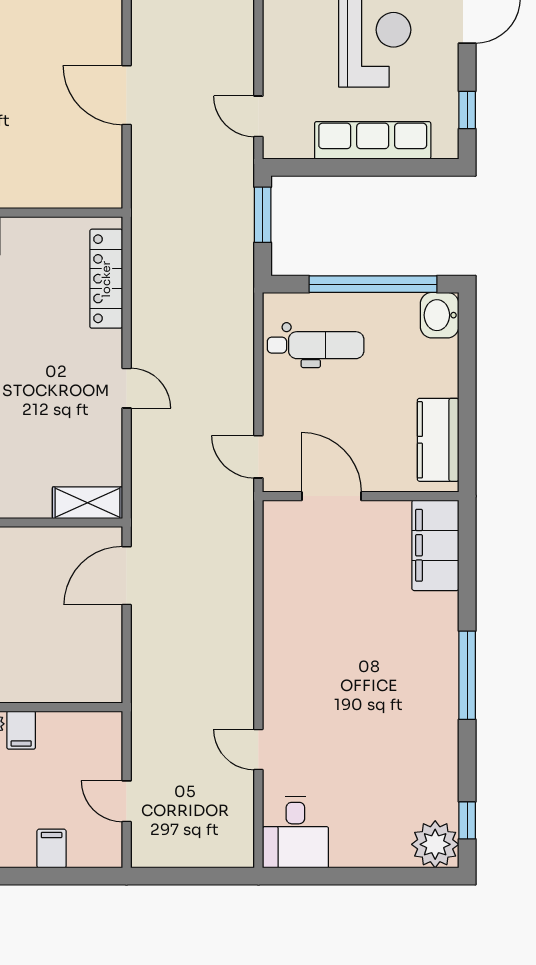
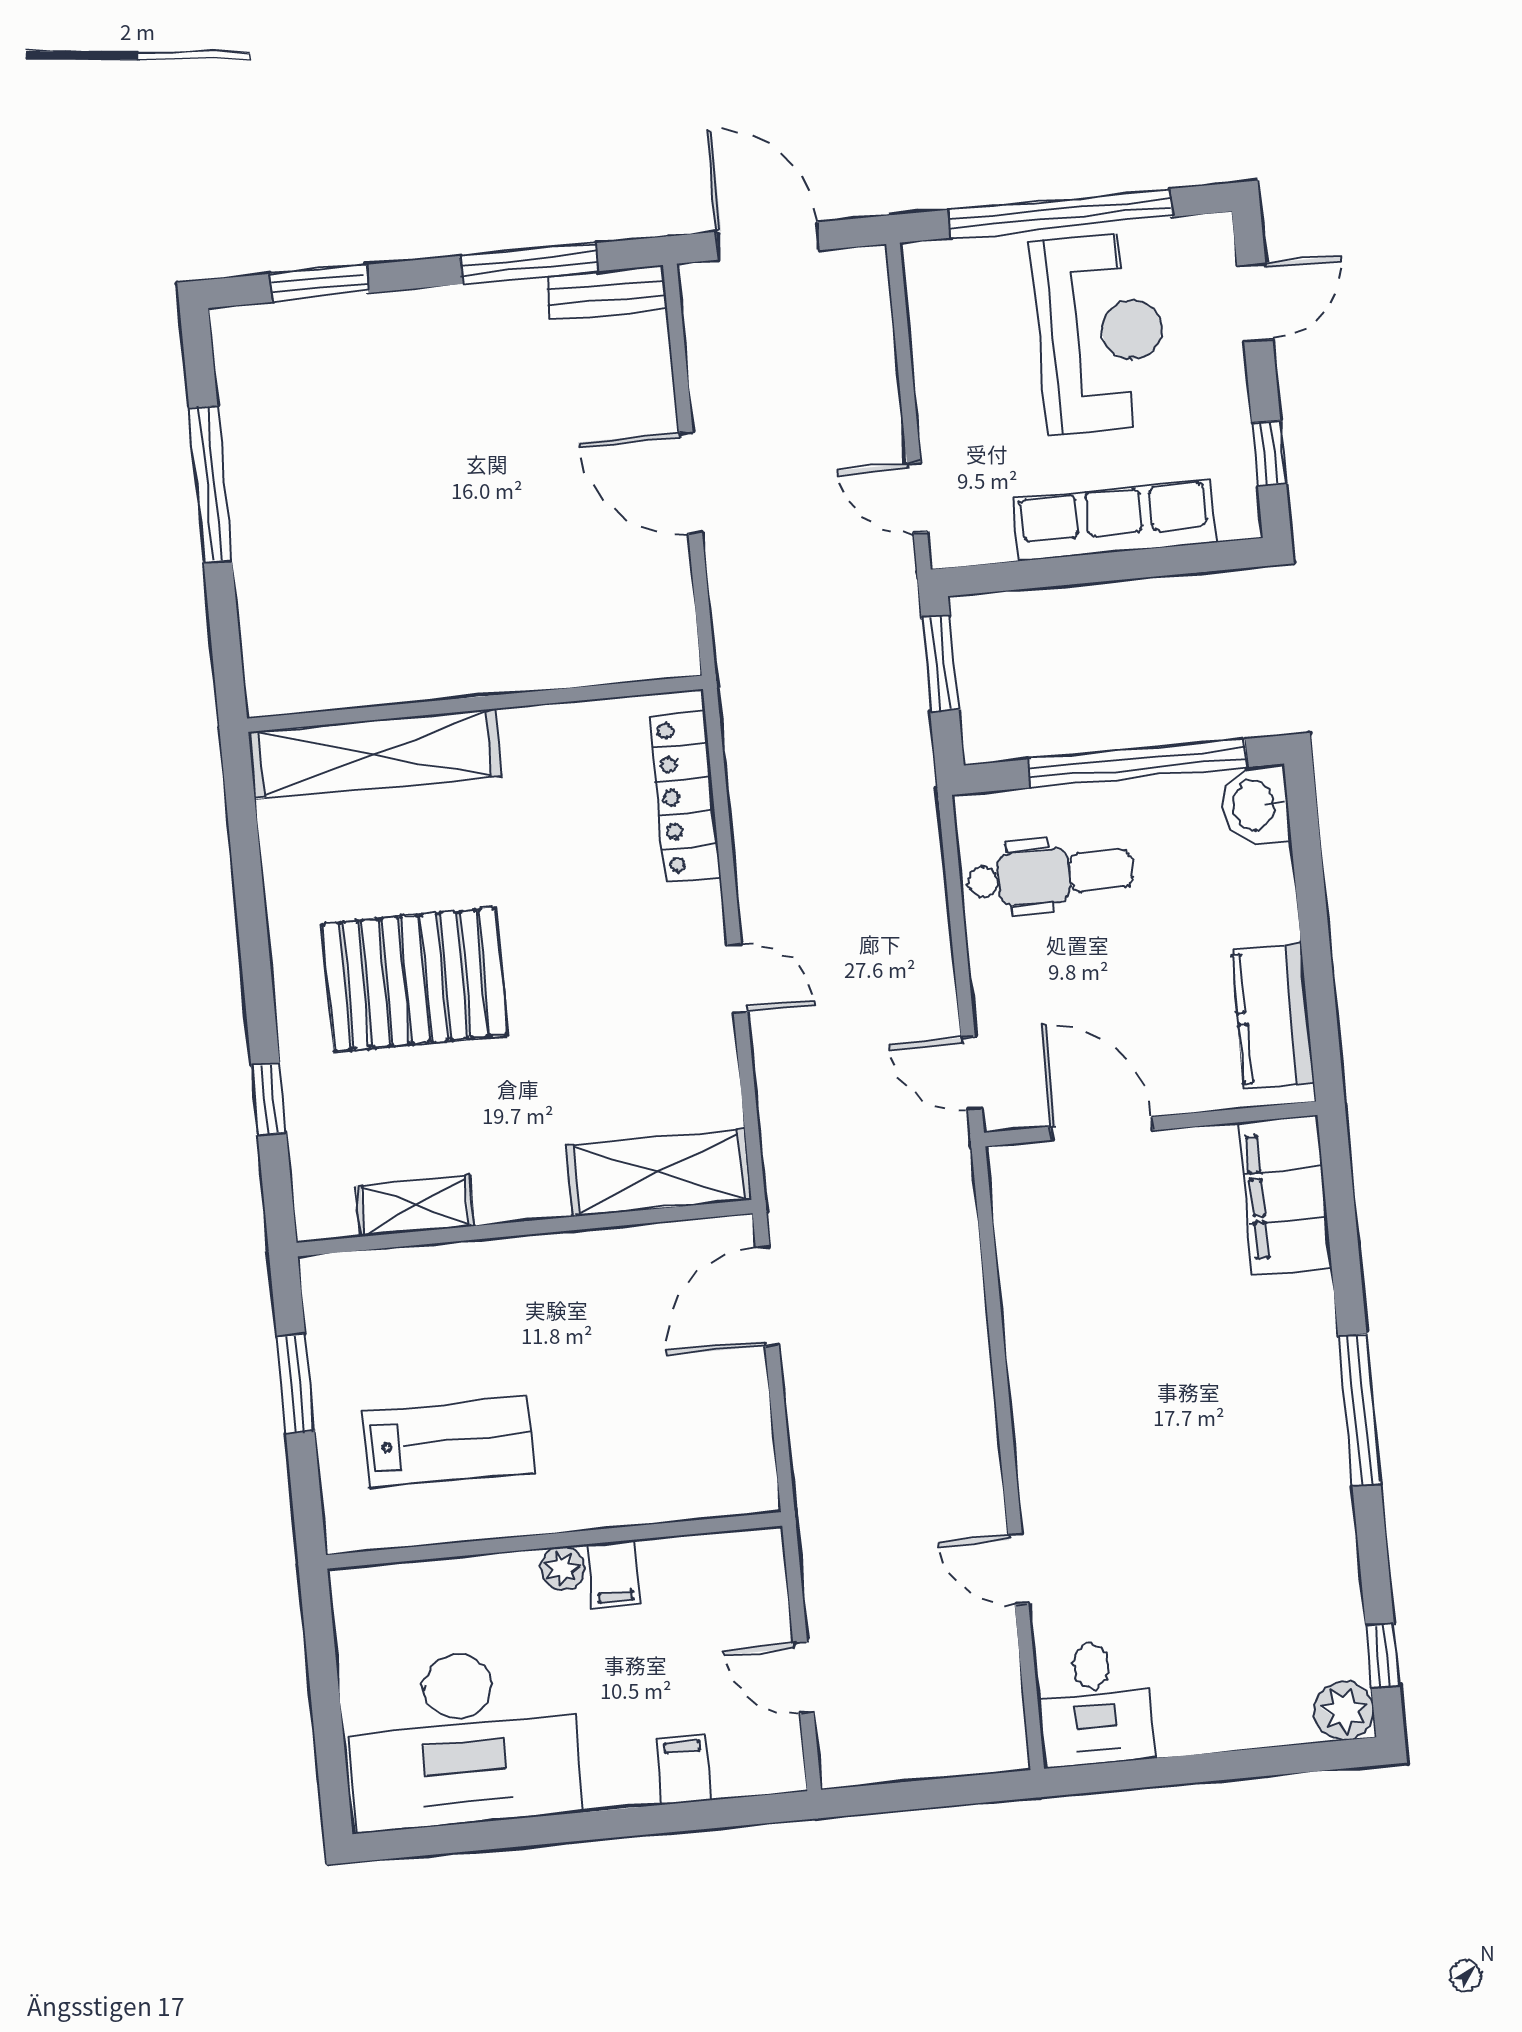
shelving: (87, 503) -> (659, 1173), width x1.50, depth x1.33
plant: (435, 844) -> (1344, 1711), width x0.73, depth x0.73

